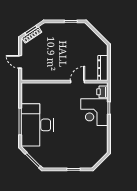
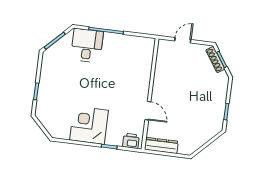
corner desk: (94, 112) -> (89, 125), moved
desk: (37, 125) -> (87, 45), width x0.53, depth x0.77

